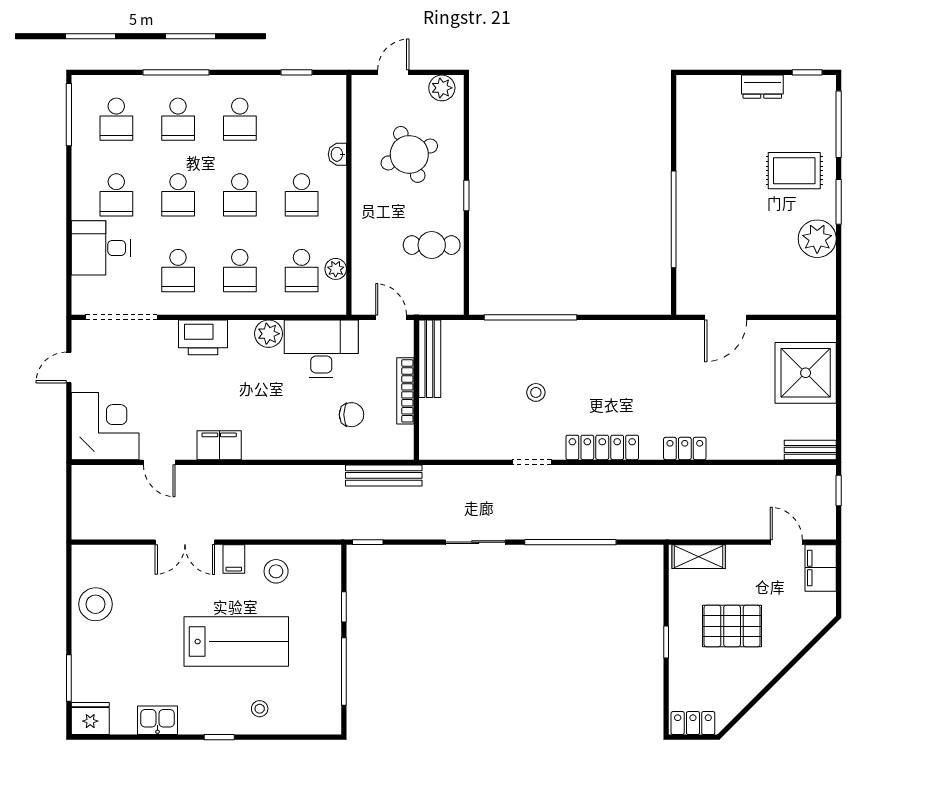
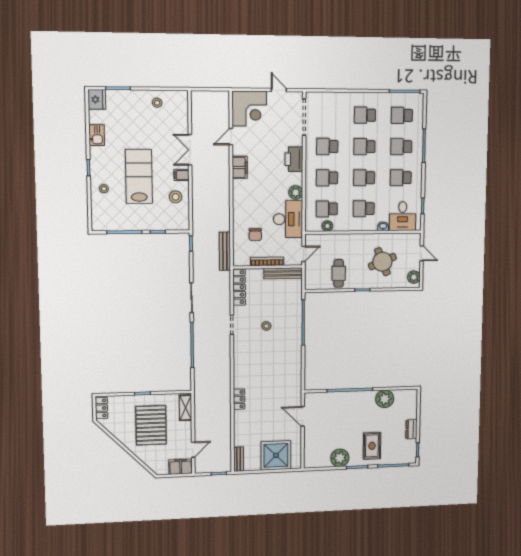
plant: (695, 145) -> (385, 399), added
desk: (101, 248) -> (403, 216), moved, turned 180
locker: (602, 447) -> (239, 287), moved
stool: (96, 604) -> (157, 103), width x0.53, depth x0.53
pallet: (732, 626) -> (151, 425), width x1.37, depth x1.41
lab bench: (236, 642) -> (139, 176), turned 180

